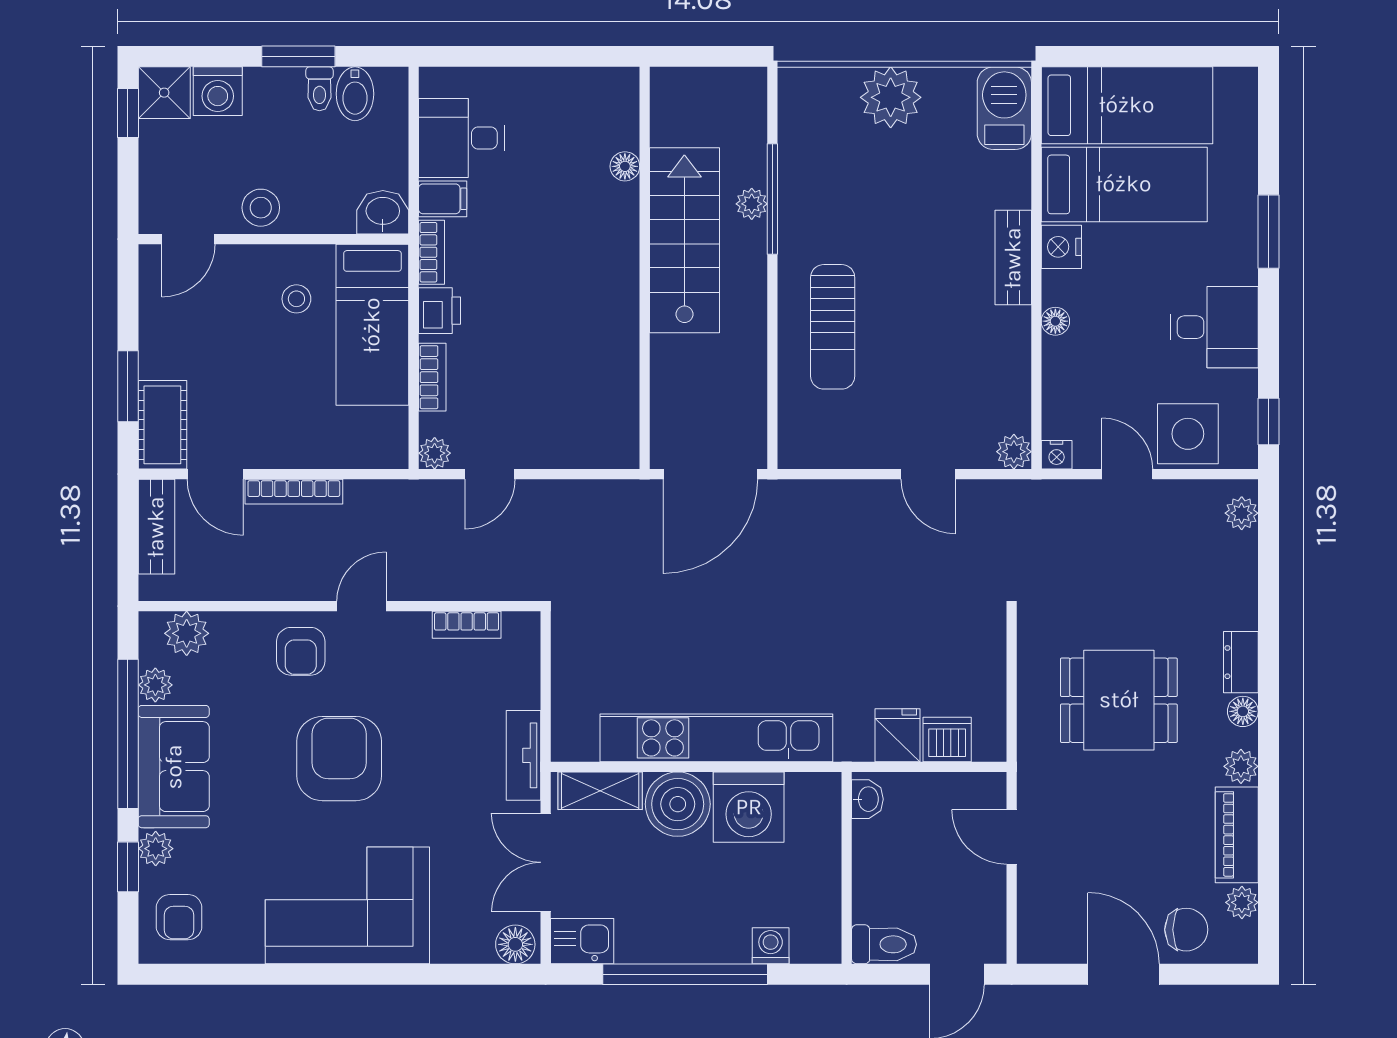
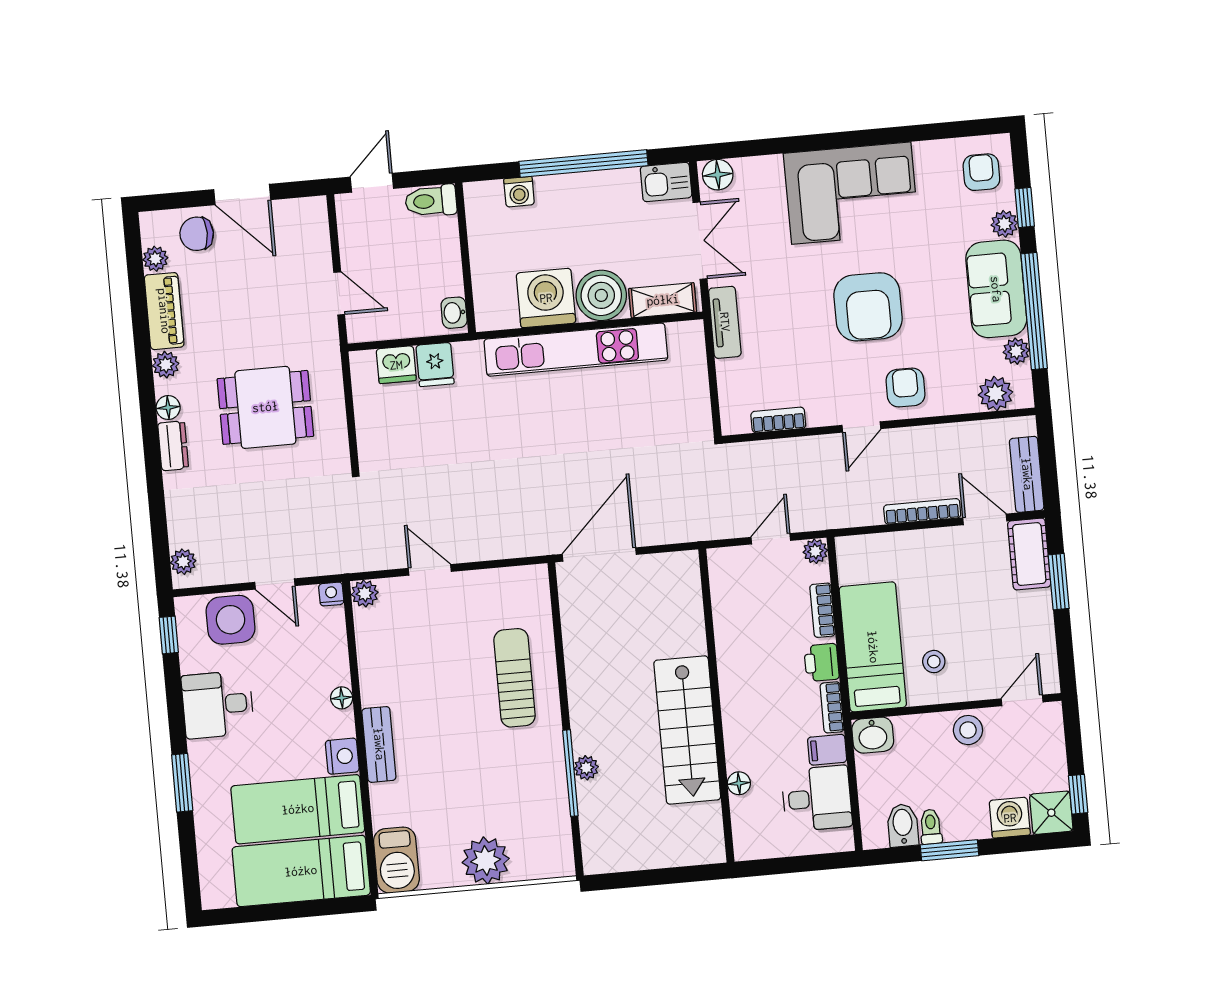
floor lamp: (625, 166) -> (739, 783), moved
stairs: (684, 240) -> (687, 730), moved
wall: (645, 268) -> (716, 706), moved

